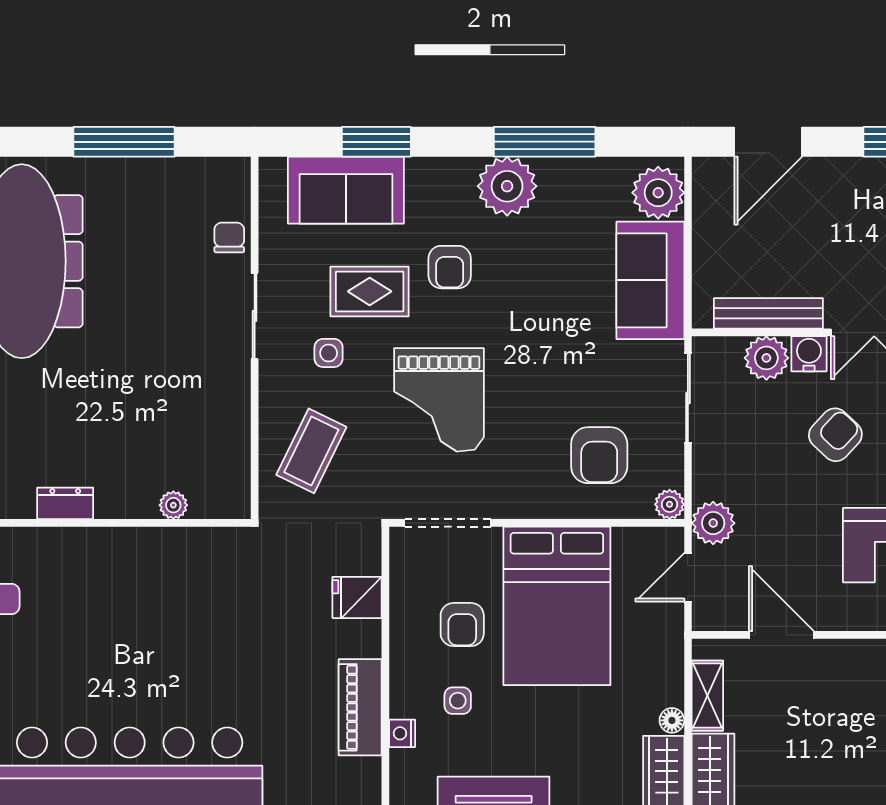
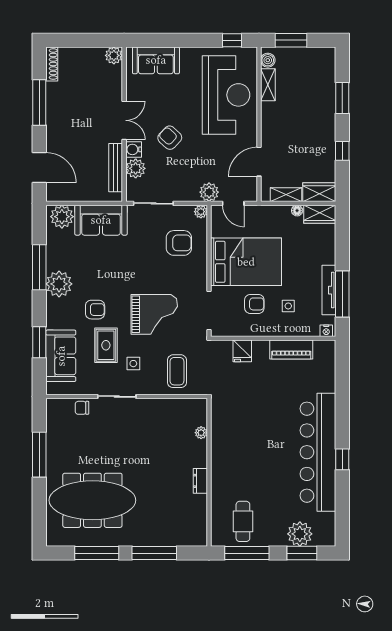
coffee table: (311, 451) -> (177, 371), turned 64
nightstand: (402, 733) -> (326, 331), moved

